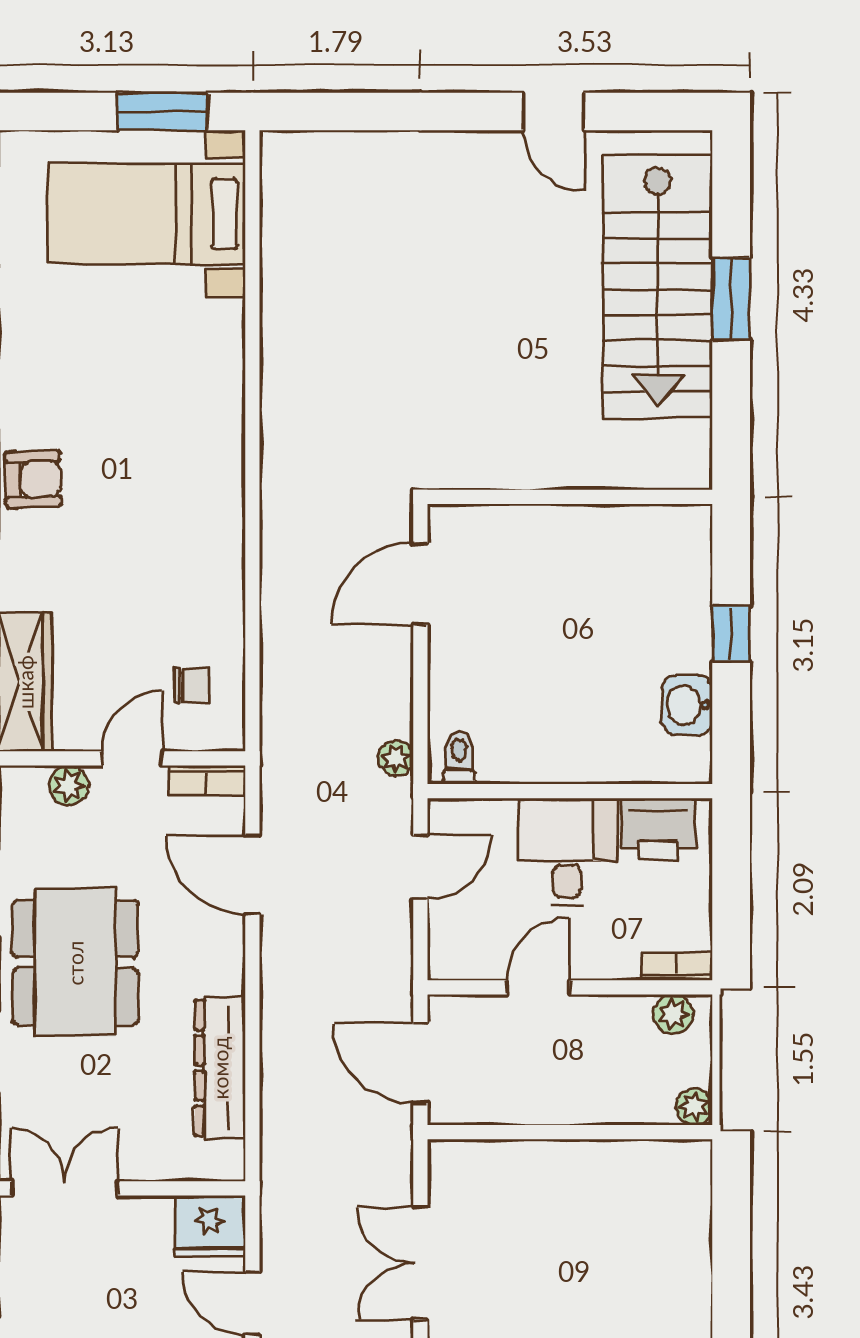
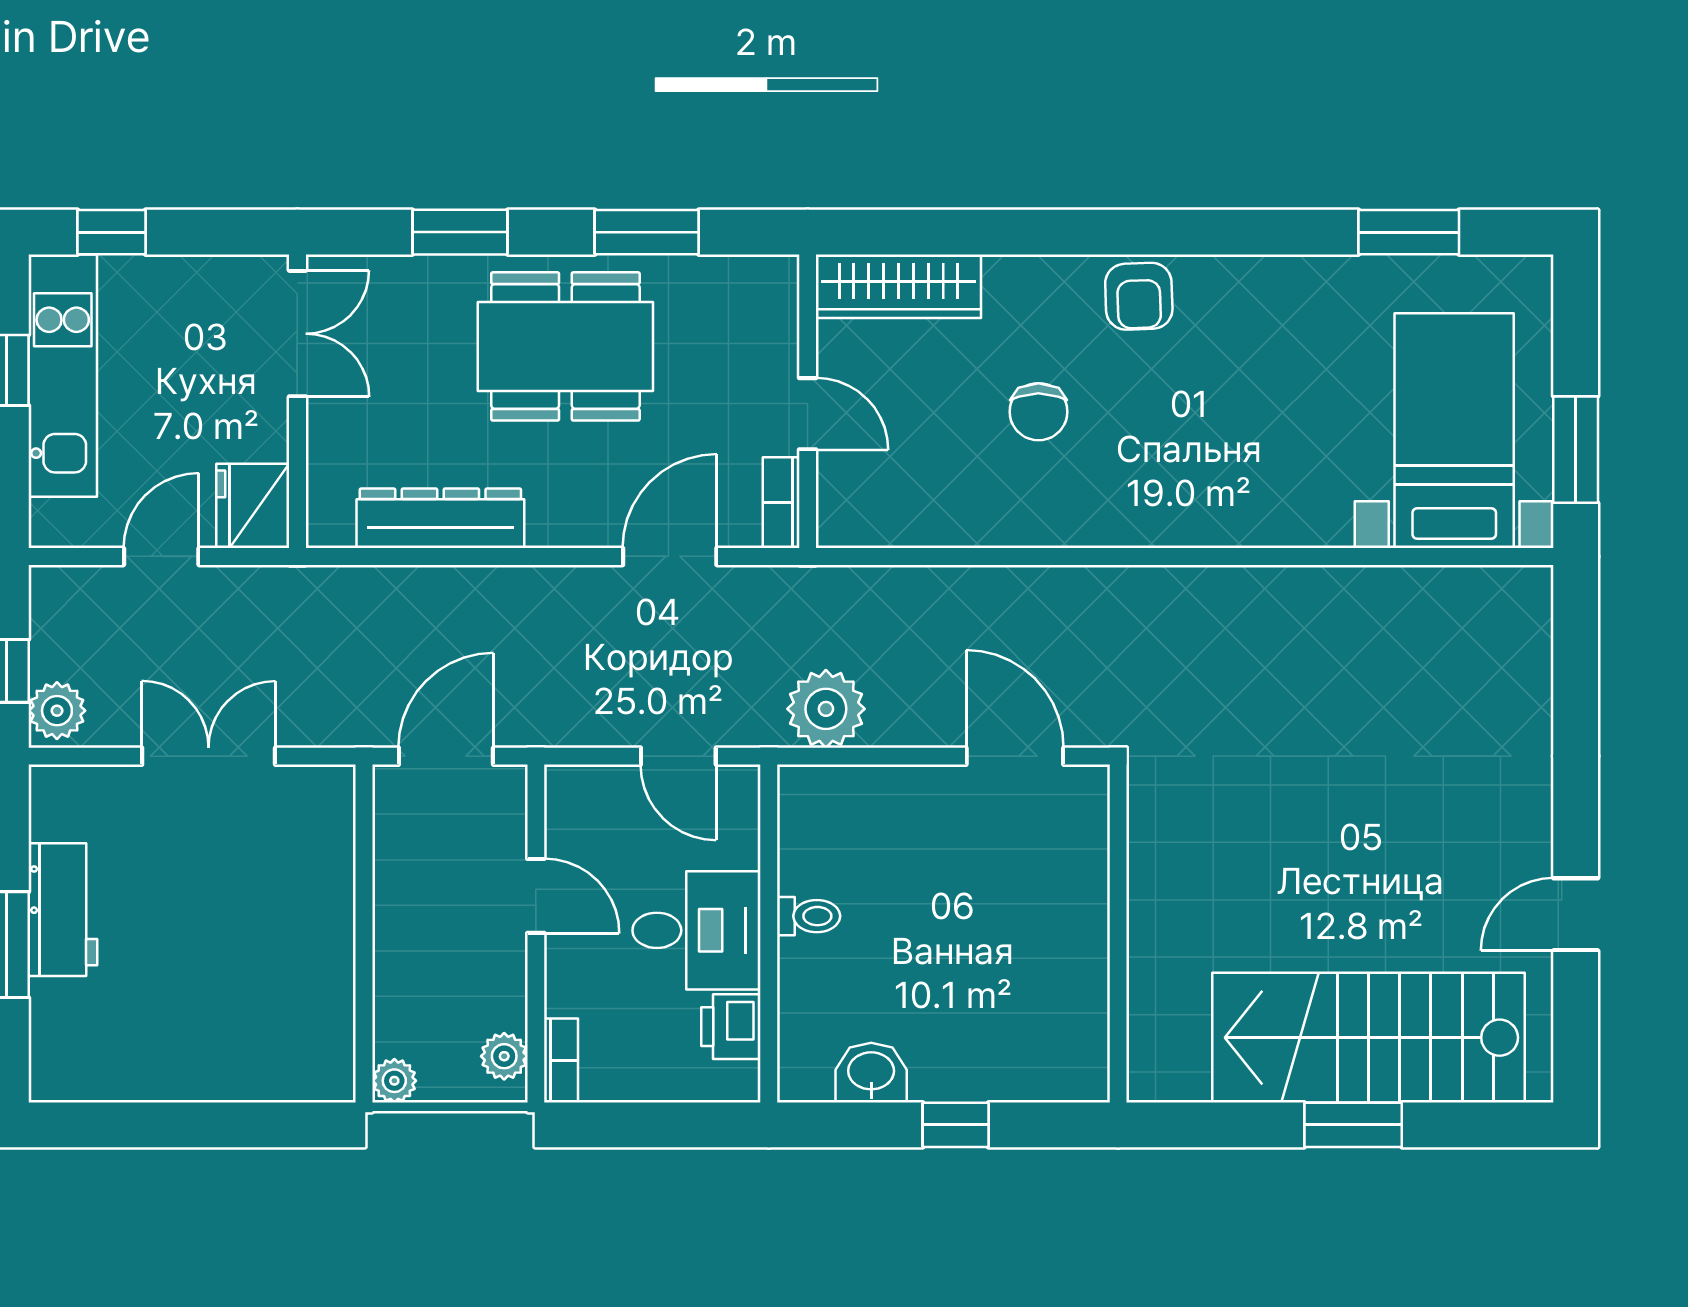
chair: (192, 685) -> (1038, 412), moved, width x1.37, depth x1.37
plant: (396, 758) -> (826, 709), width x1.88, depth x1.88
toilet: (459, 758) -> (809, 916), moved
plant: (69, 785) -> (776, 339), removed
printer: (658, 829) -> (731, 1027), width x0.73, depth x0.81

